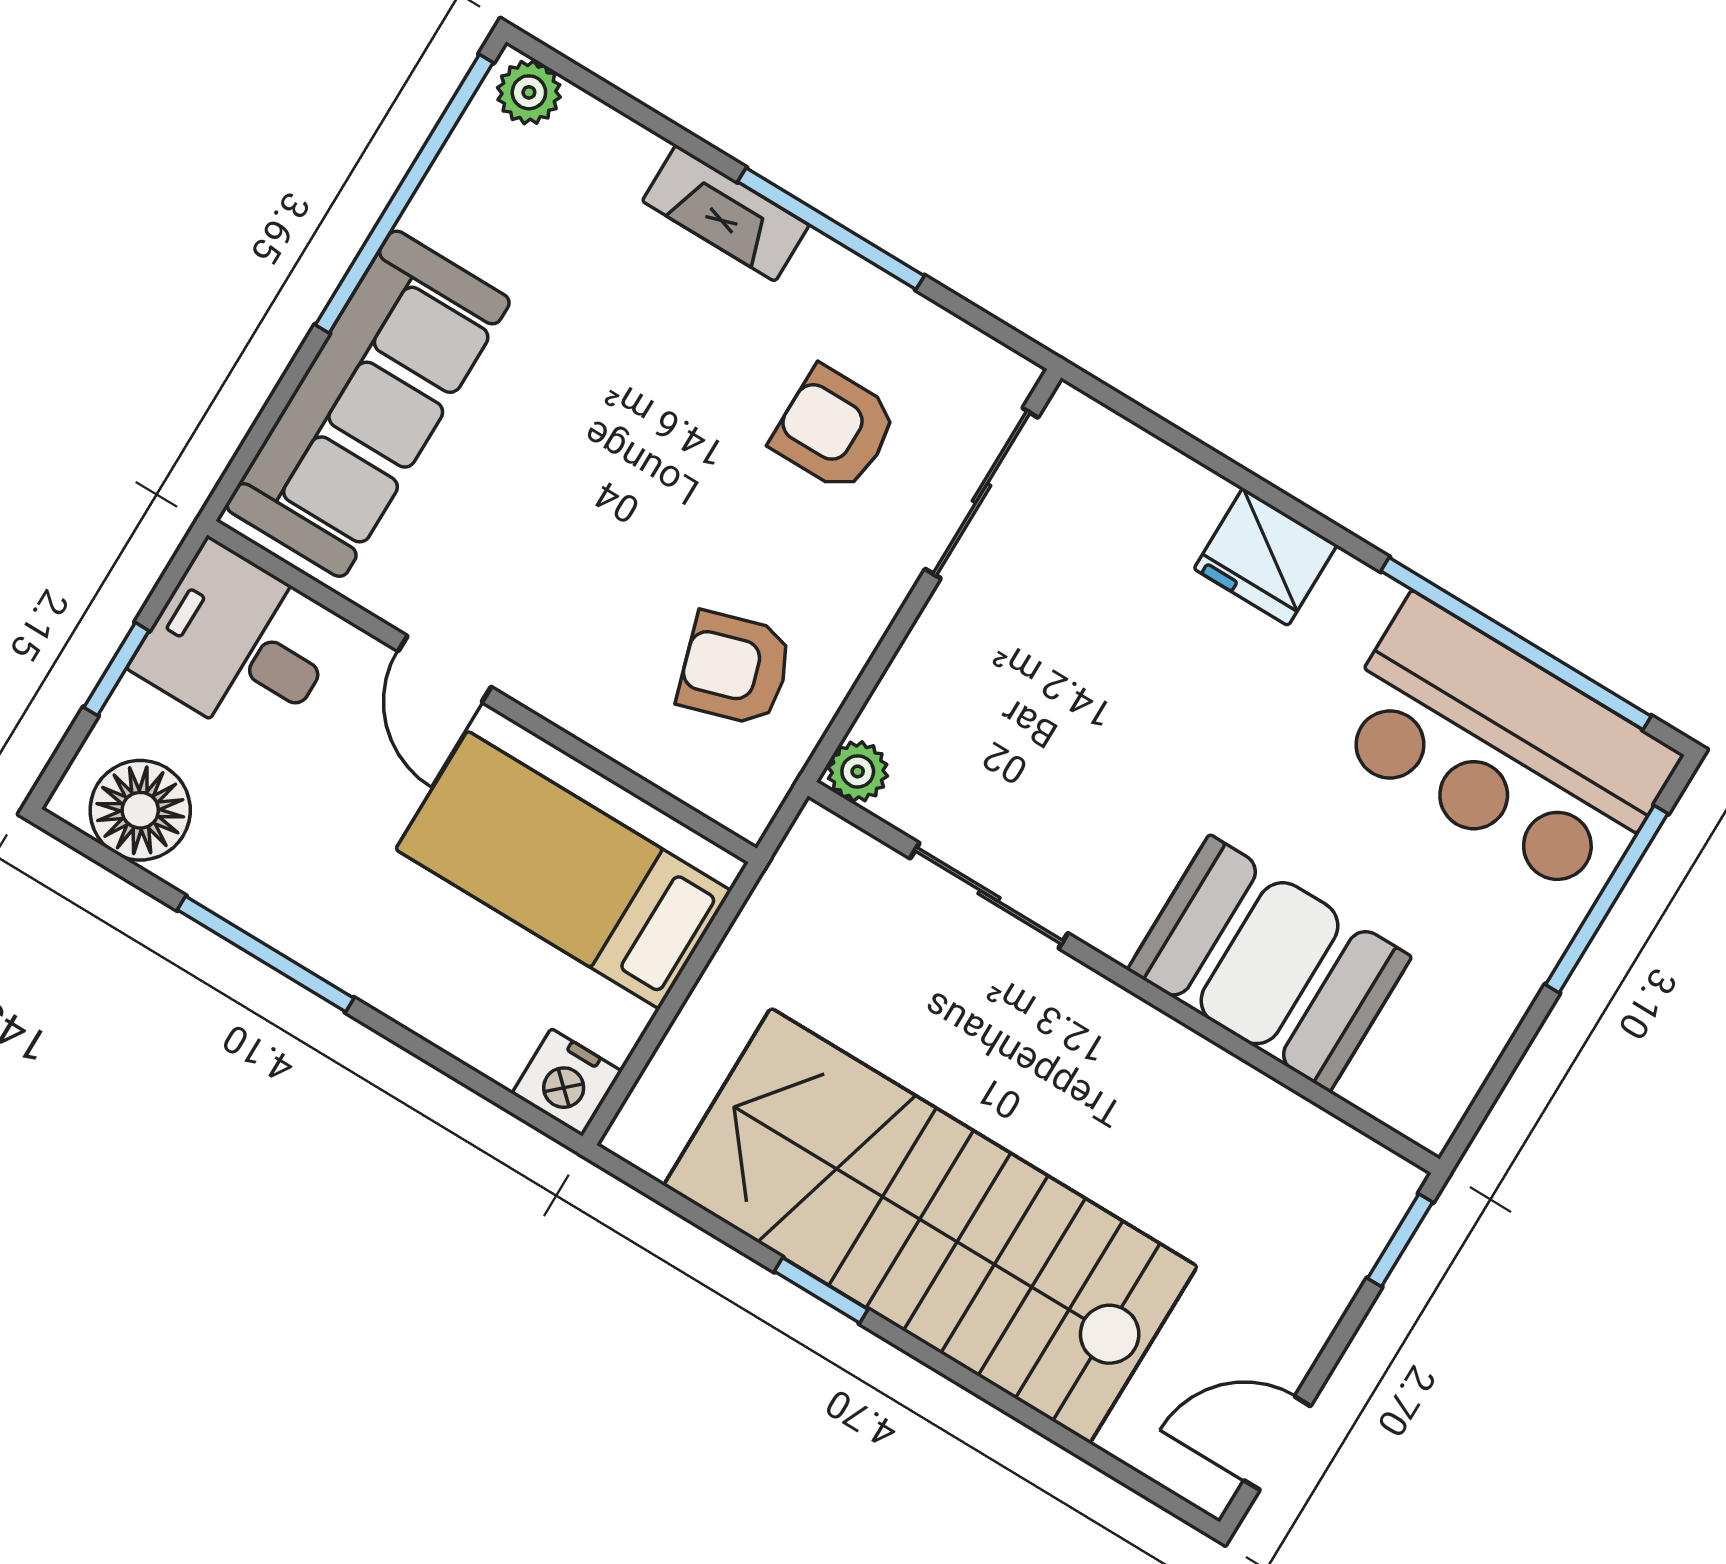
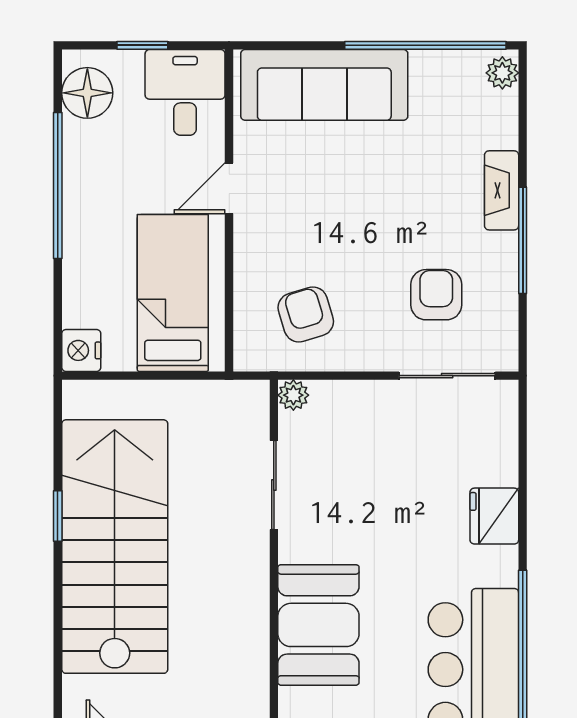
window: (266, 954) -> (58, 185), width x1.46

